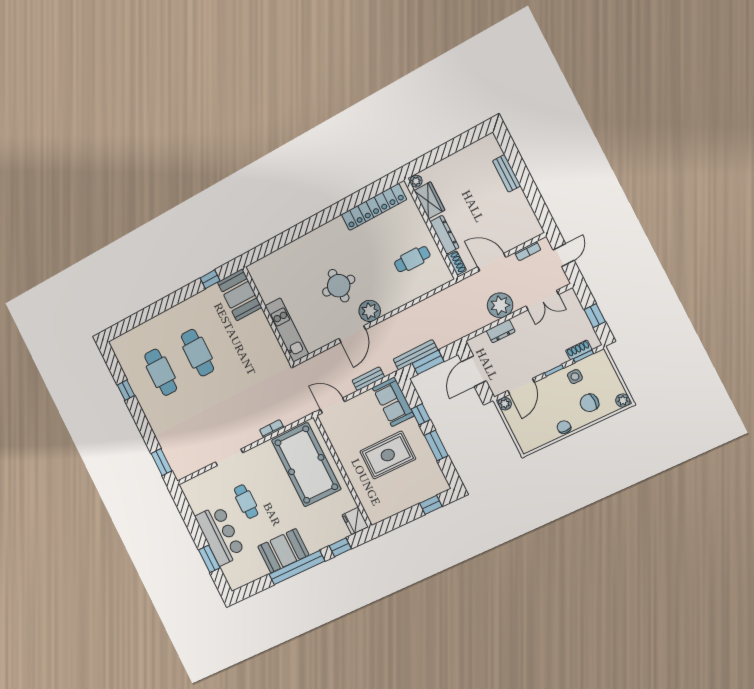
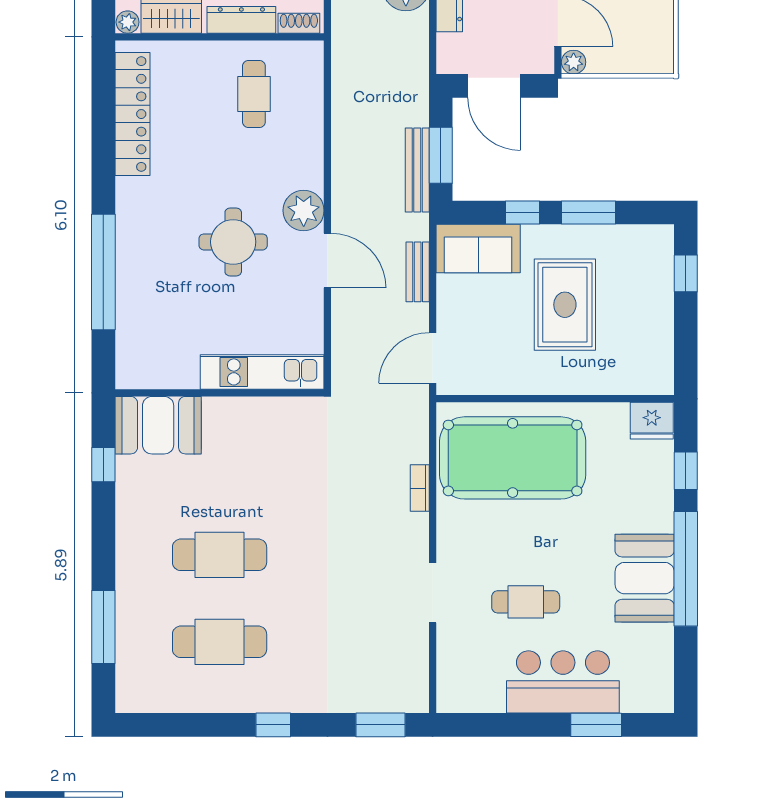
window: (295, 233) -> (103, 272), added
window: (141, 317) -> (103, 627), added
window: (126, 390) -> (273, 725), moved

